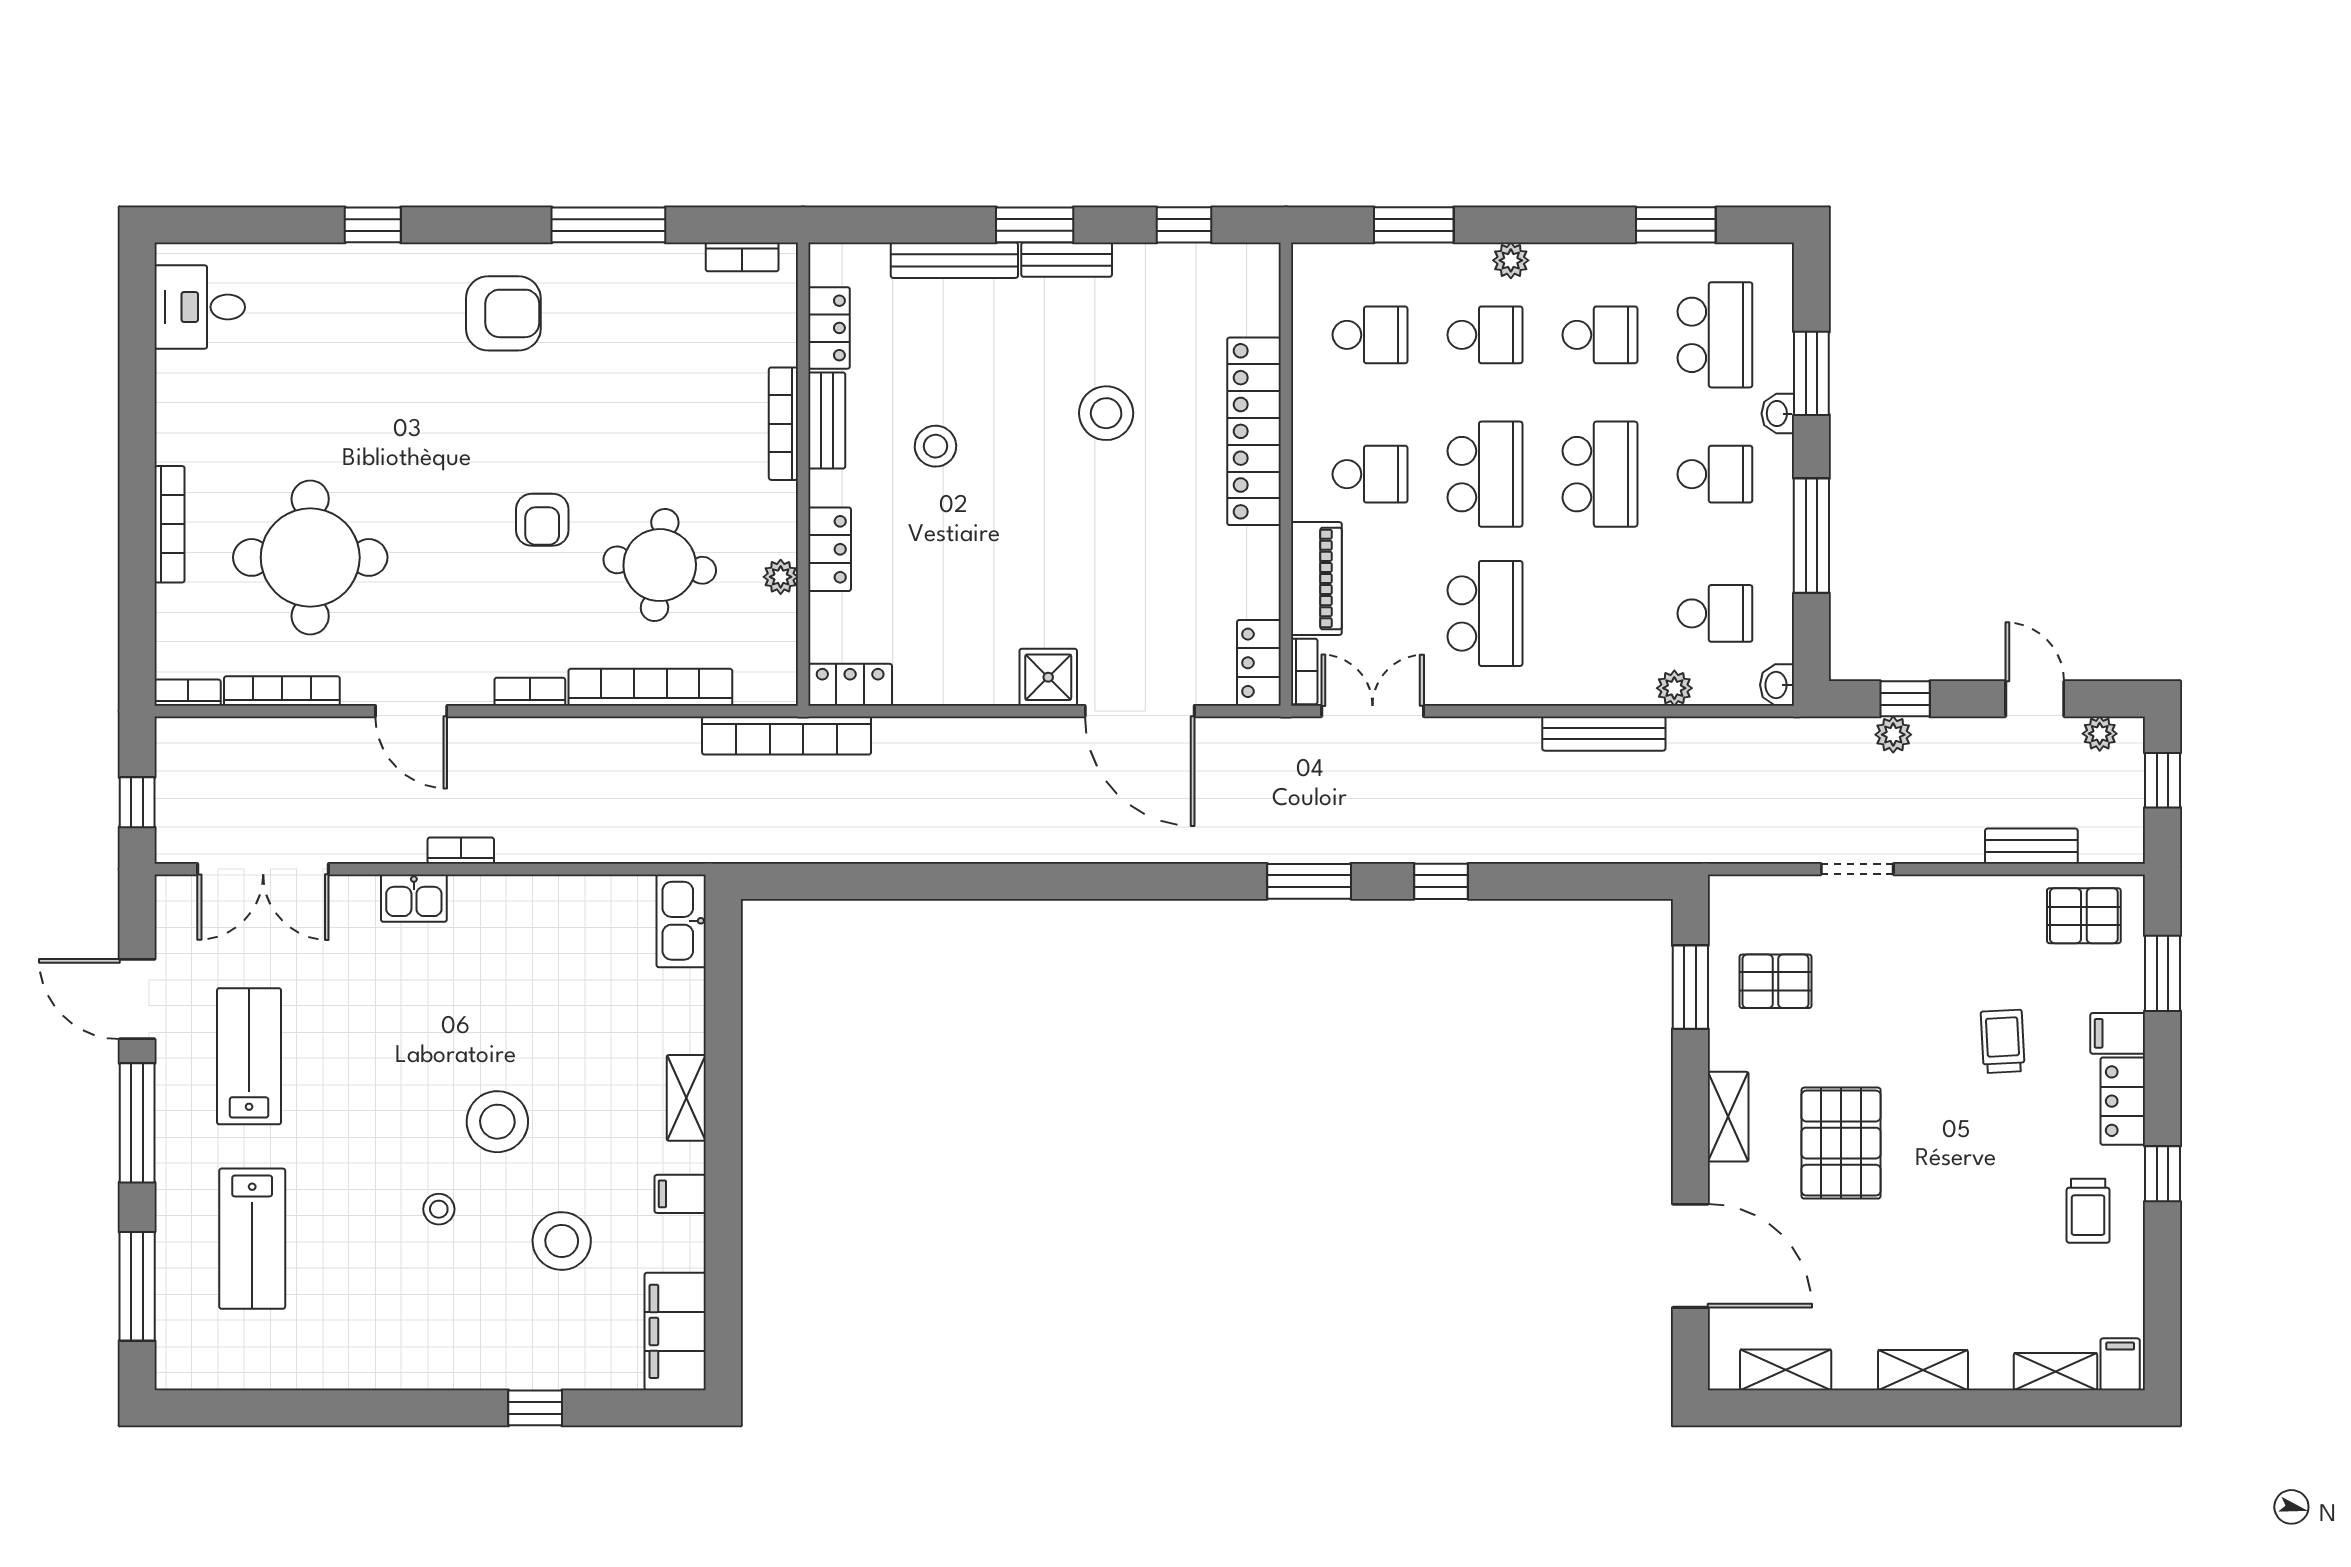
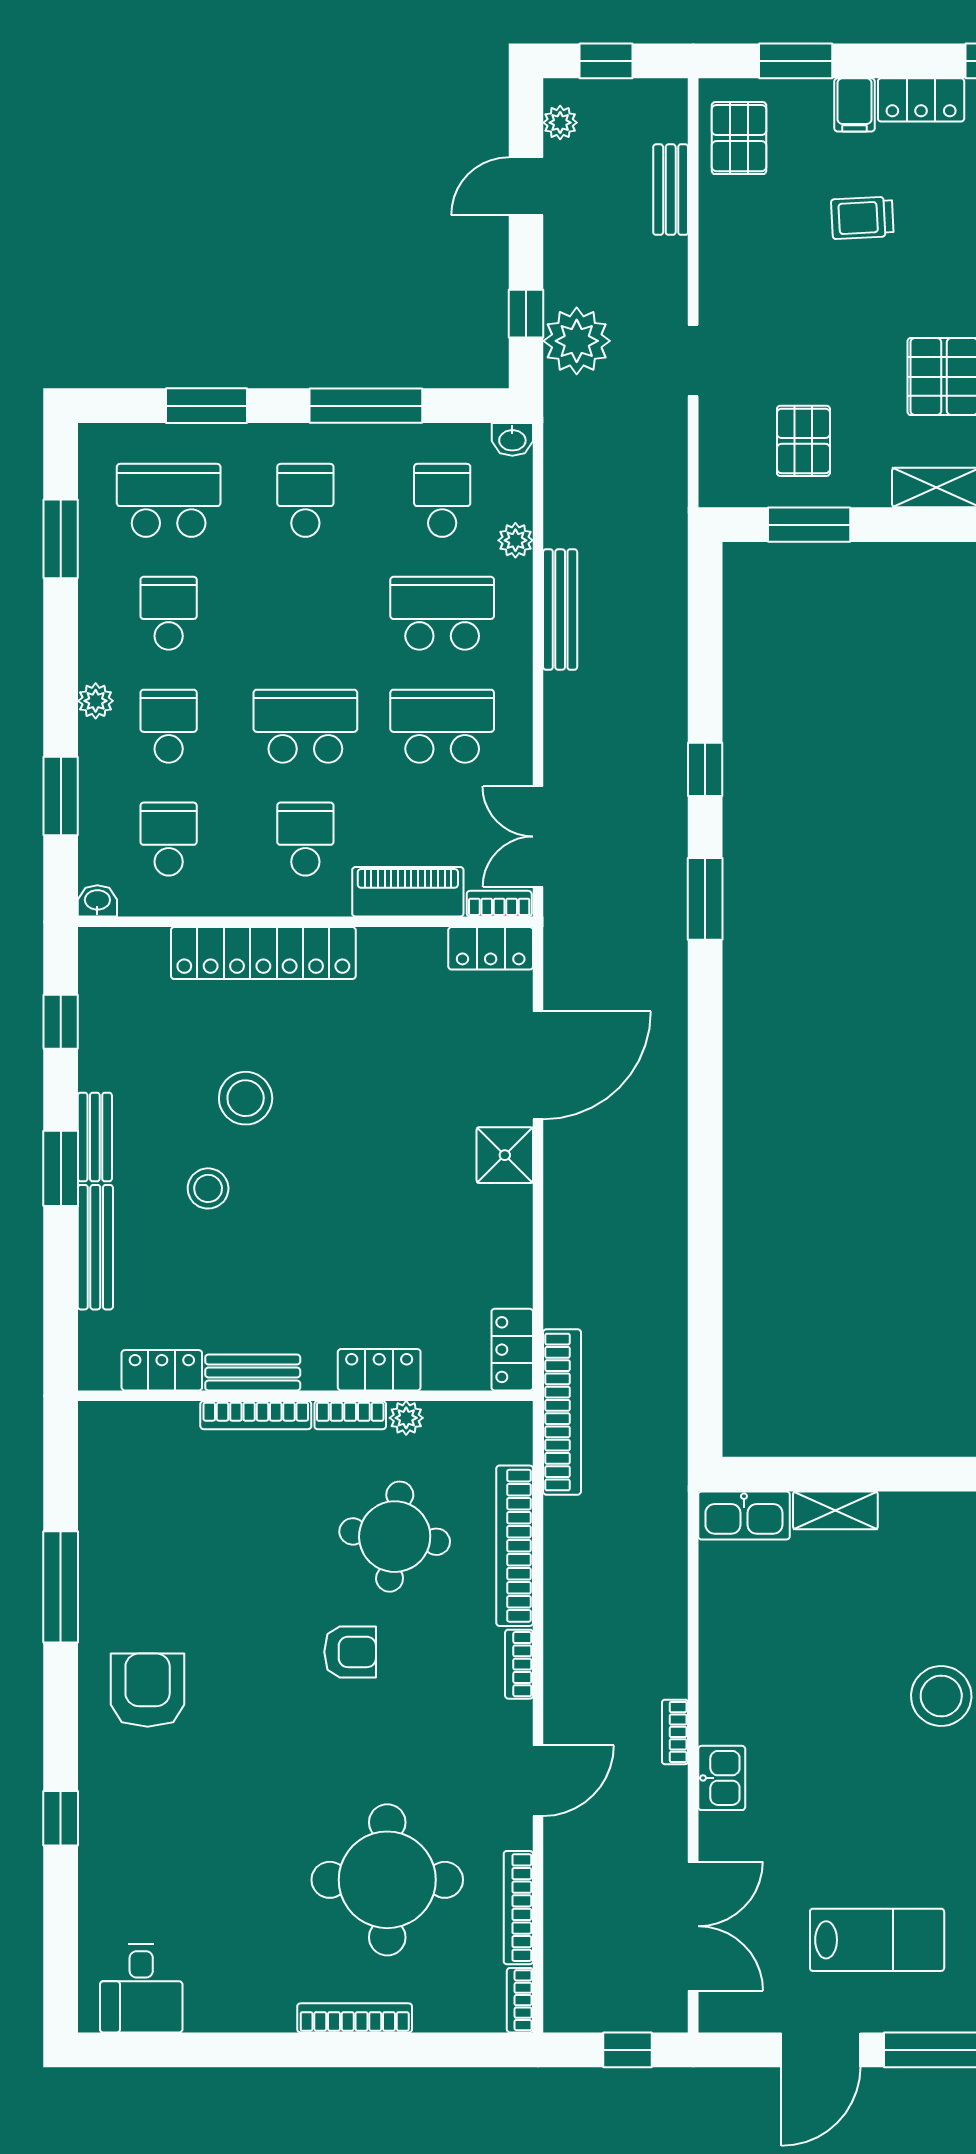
bookcase: (742, 257) -> (350, 1415), moved, turned 90
washbasin: (1778, 414) -> (97, 901), moved, turned 180
stool: (935, 446) -> (208, 1188), moved
school desk: (1600, 474) -> (442, 613), moved
plant: (1893, 735) -> (577, 341), width x1.88, depth x1.88
lab bench: (249, 1056) -> (877, 1940), turned 180
shelving: (686, 1098) -> (835, 1510), moved

